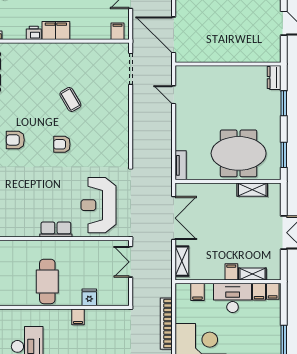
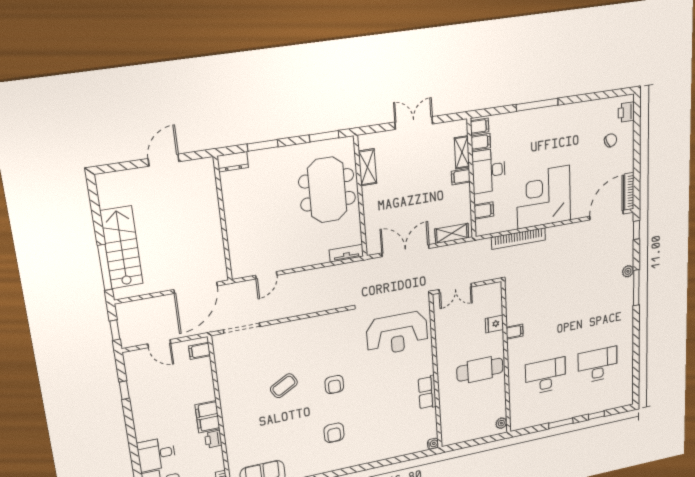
row of seats: (56, 230) -> (427, 392), moved

